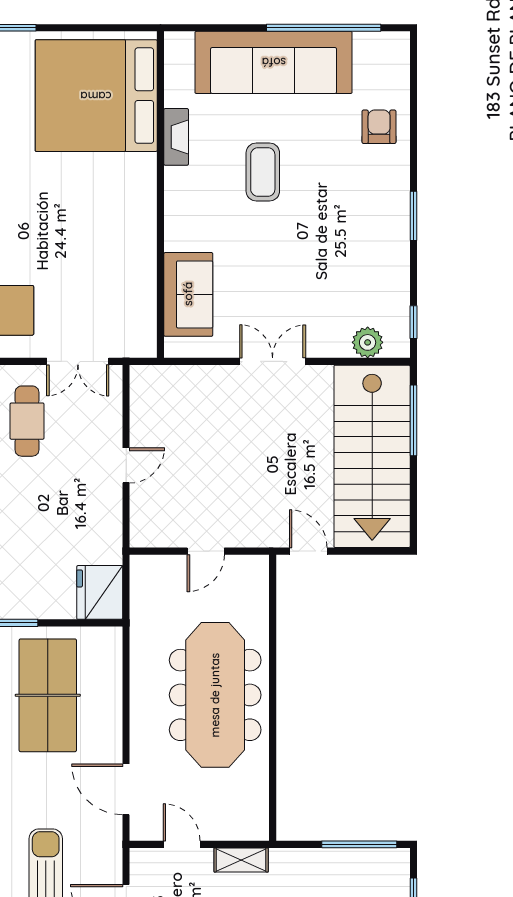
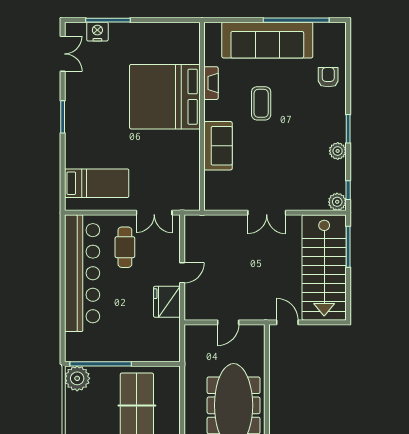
bed: (96, 96) -> (165, 97), moved
plant: (395, 254) -> (338, 151), added
sofa: (188, 294) -> (218, 146), moved
plant: (368, 342) -> (337, 202), moved
double door: (273, 361) -> (267, 213), swing flipped
fridge: (100, 592) -> (167, 302), moved

